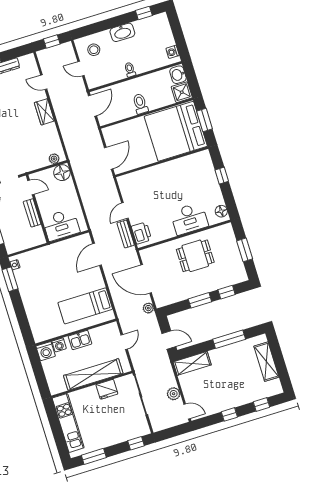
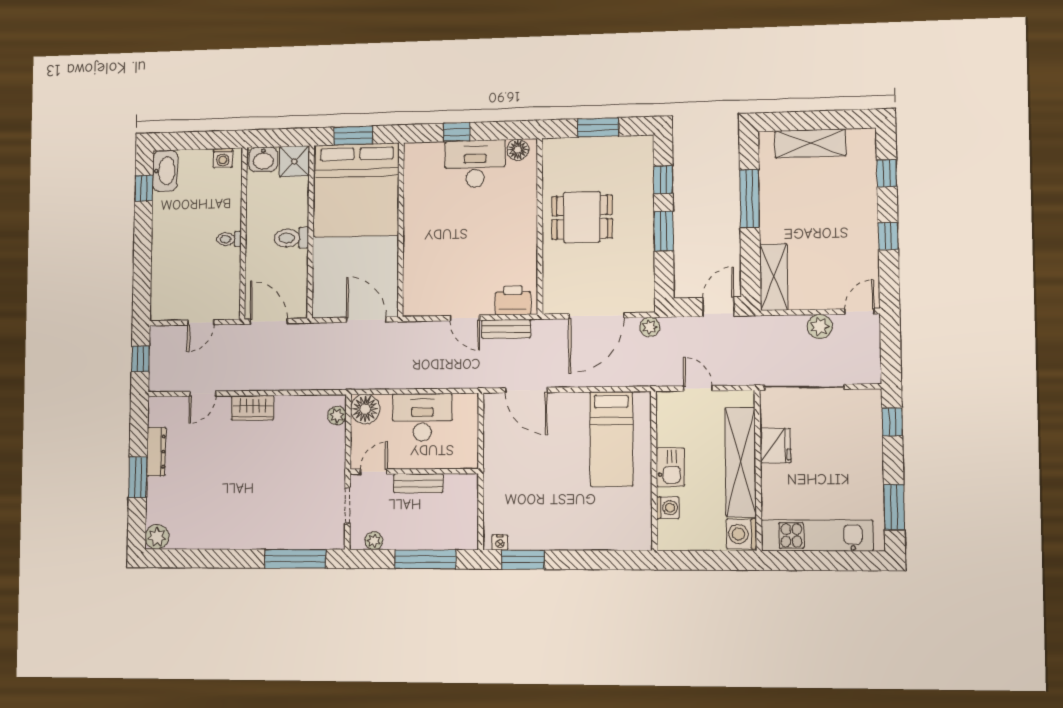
washbasin: (122, 32) -> (165, 171), moved
stool: (94, 50) -> (177, 291), removed
desk: (189, 219) -> (475, 164), moved, turned -90
desk: (61, 225) -> (422, 417), moved, turned -90
dining table: (195, 256) -> (582, 217), turned 90
washing machine: (46, 351) -> (742, 534), moved, turned 180

